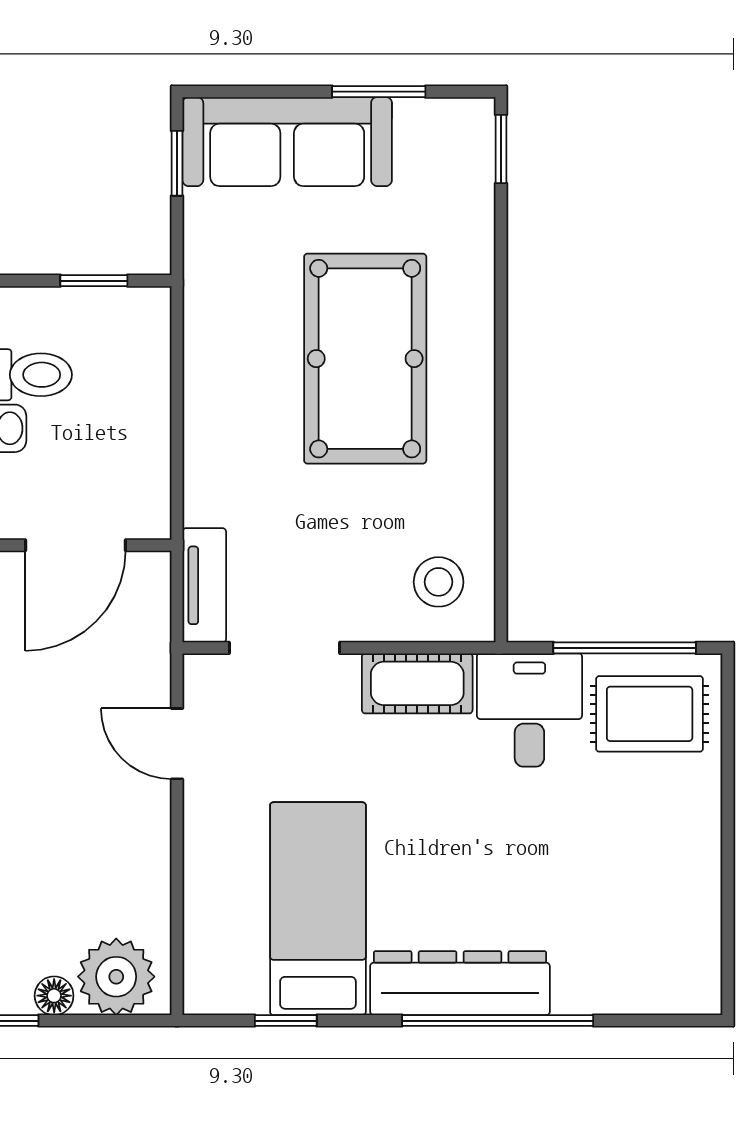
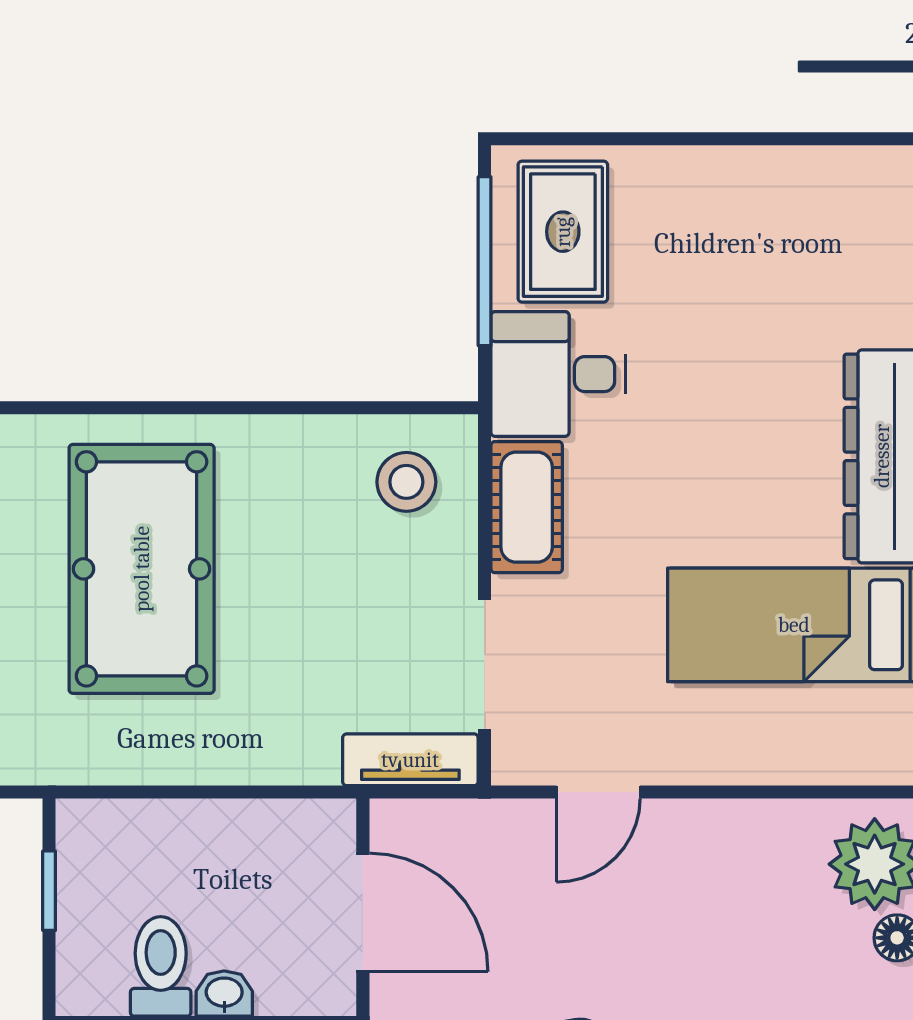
pool table: (365, 359) -> (142, 569), turned 90

